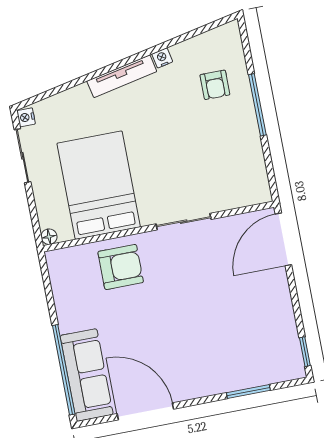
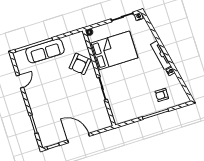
door: (283, 239) -> (78, 138), moved
armchair: (121, 267) -> (80, 64), turned 42
sofa: (87, 375) -> (45, 51), moved
door: (145, 411) -> (20, 81), width x0.53

